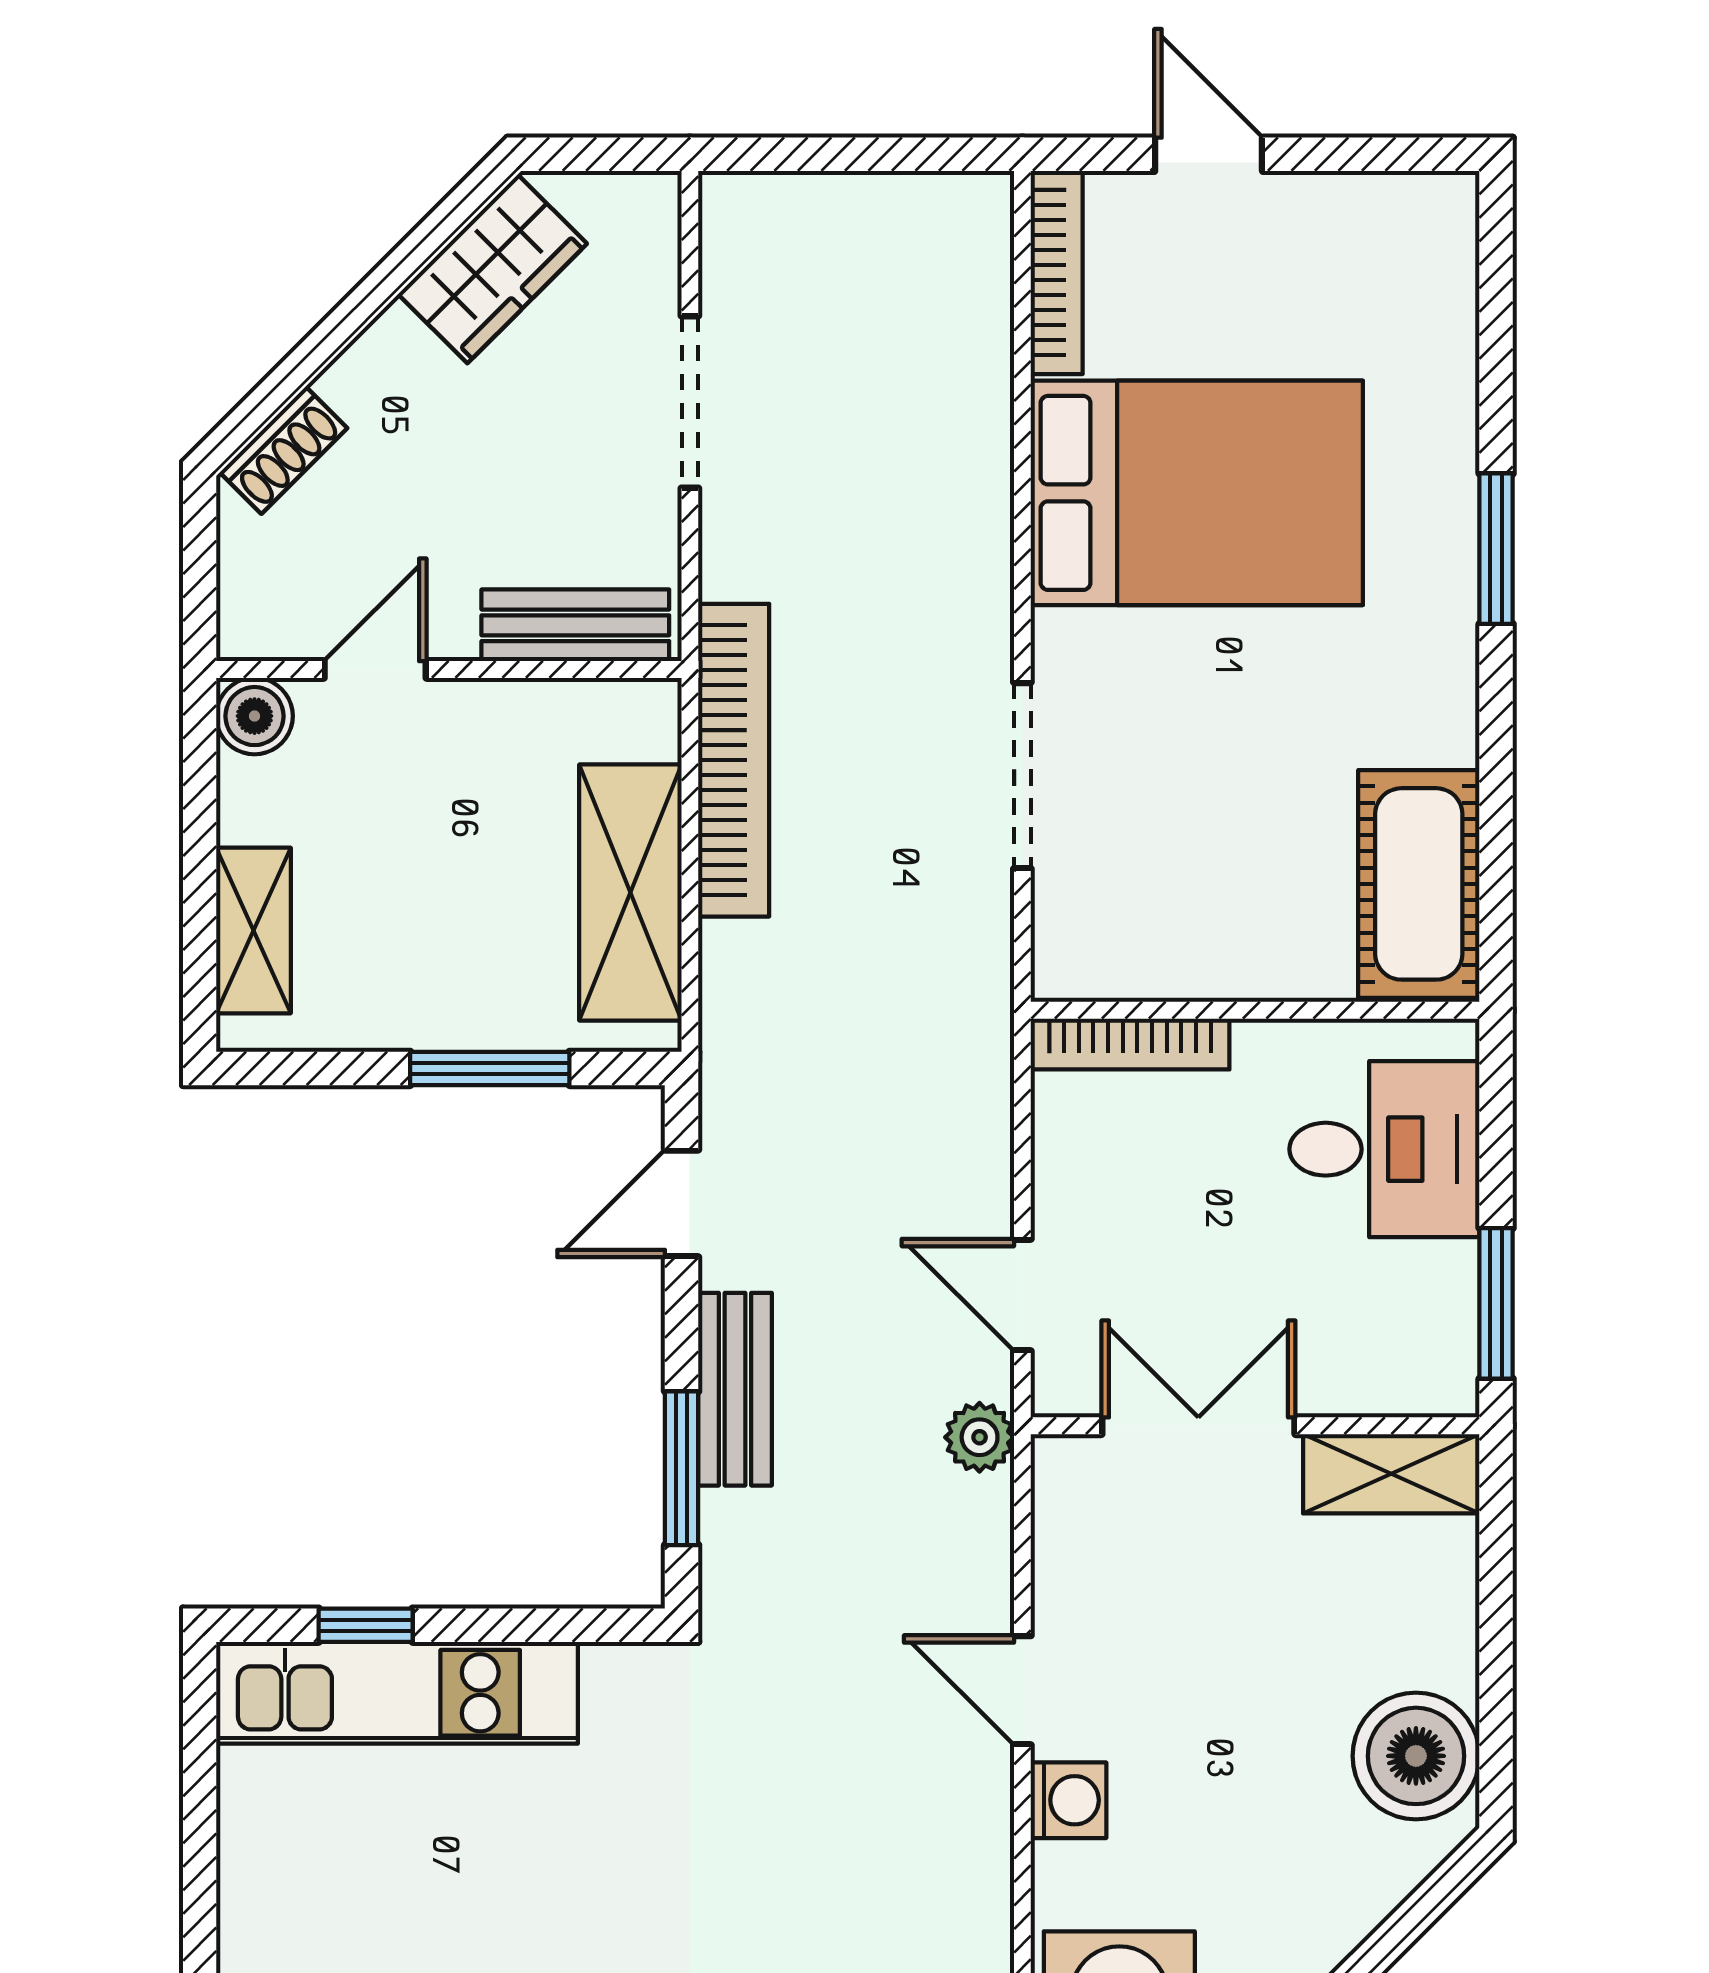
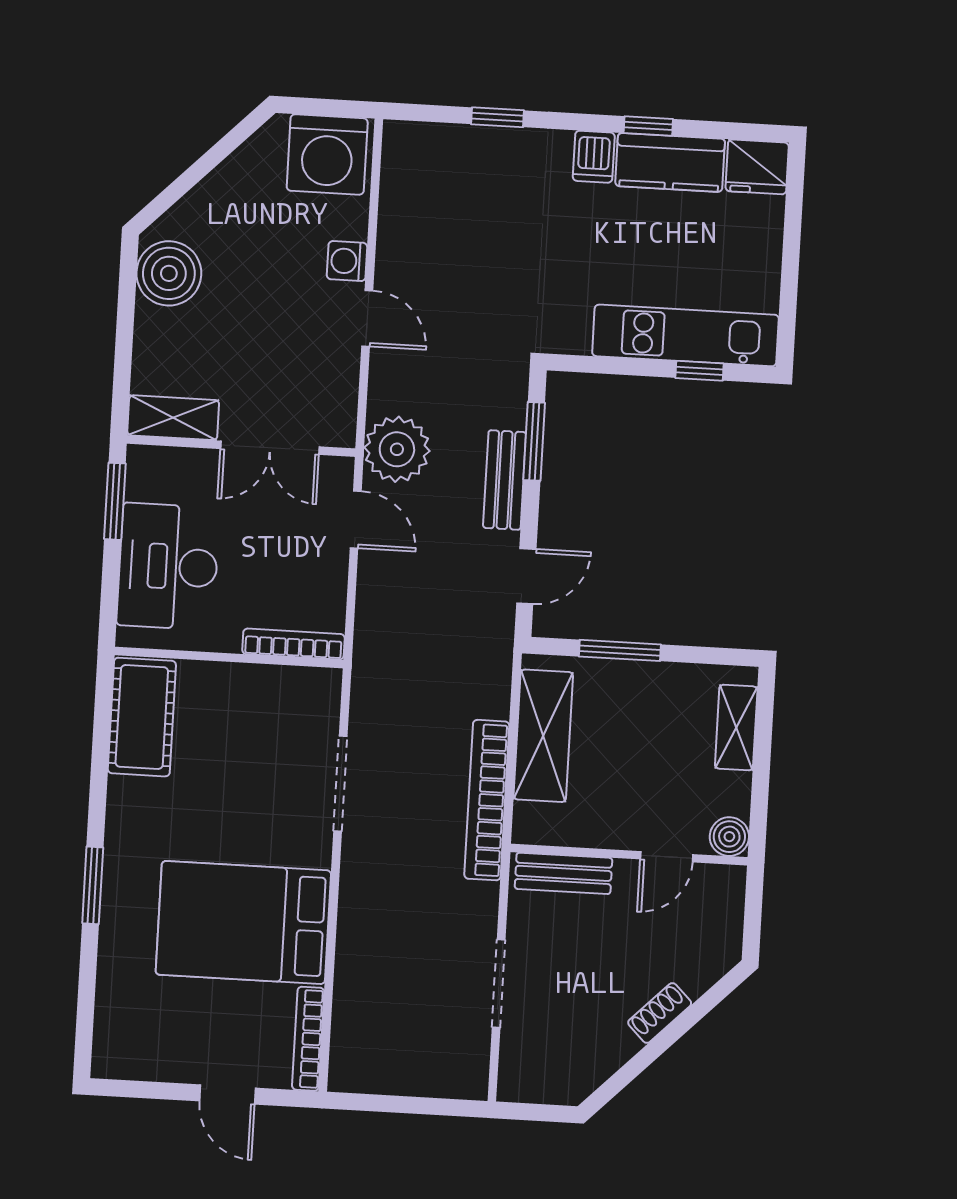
wardrobe: (493, 269) -> (595, 1057), removed
shoe rack: (284, 450) -> (660, 1013), moved
desk: (1384, 1149) -> (168, 566), width x1.37
plant: (980, 1437) -> (397, 449), width x1.87, depth x1.87

